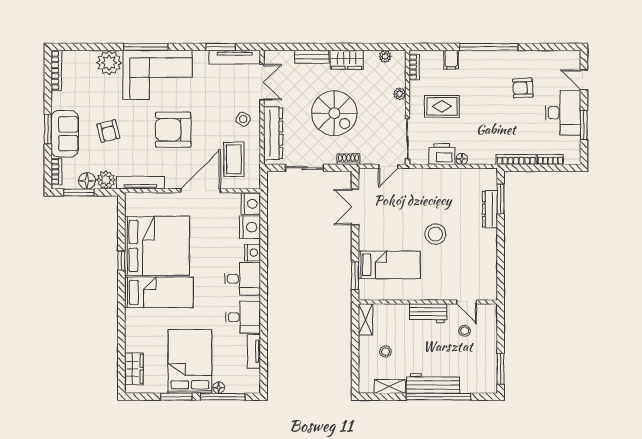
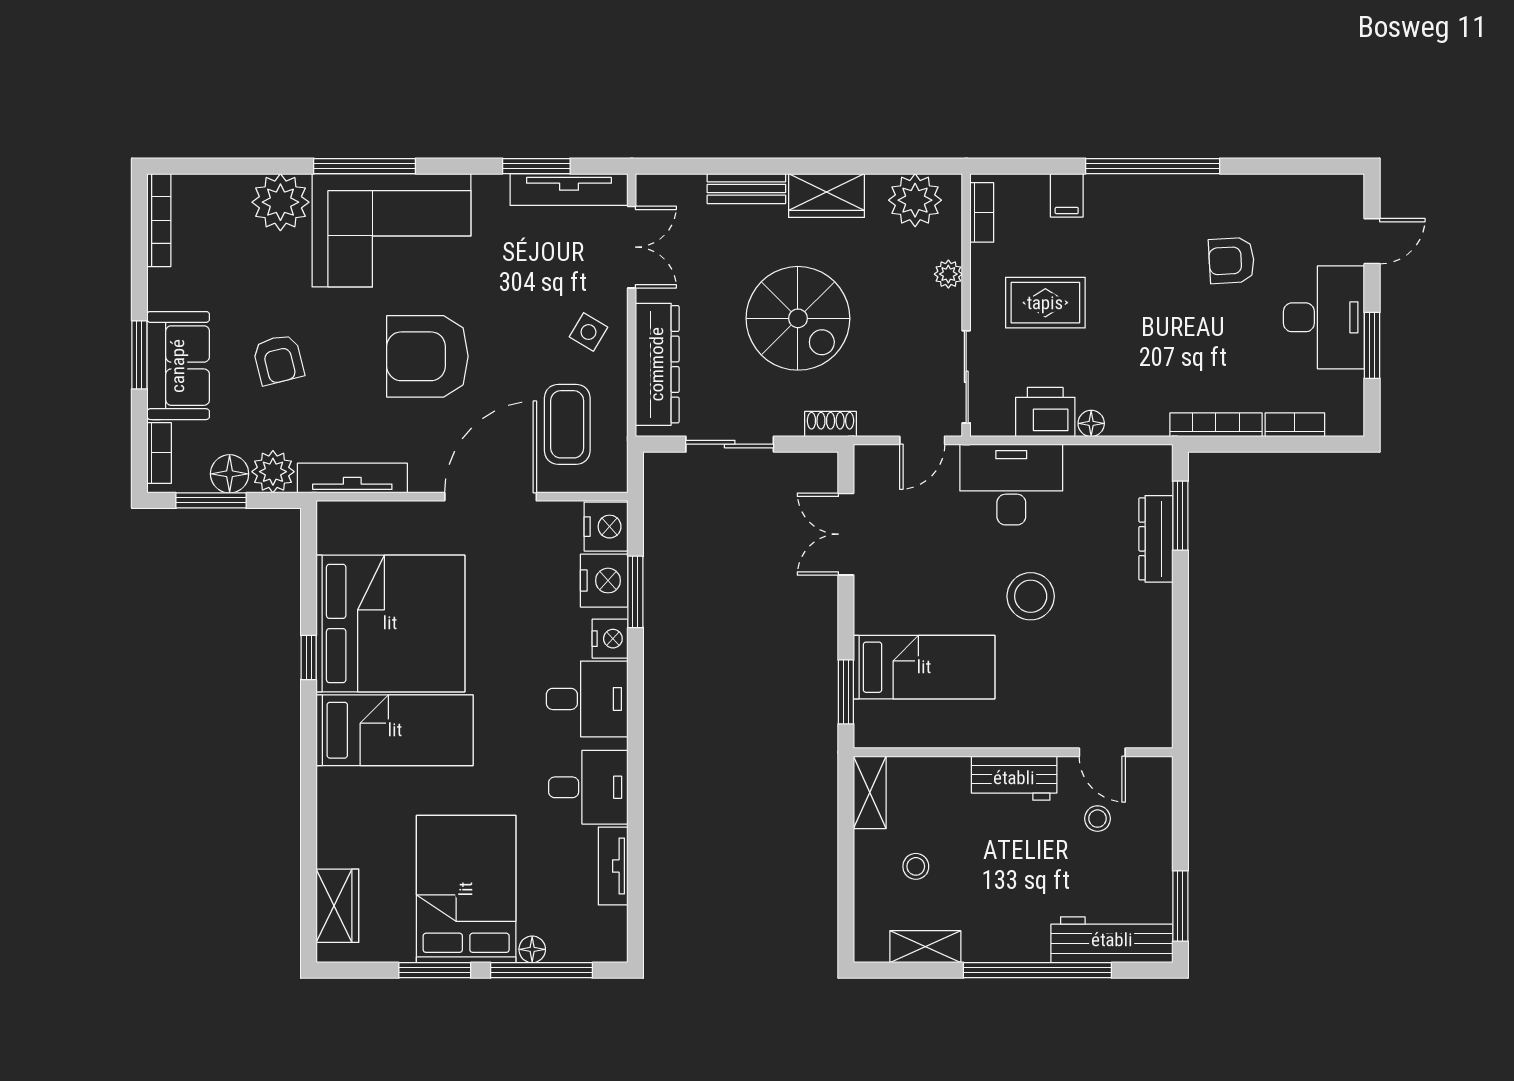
plant: (385, 56) -> (915, 200), width x1.87, depth x1.87
door: (584, 80) -> (1372, 241), swing flipped
desk: (427, 185) -> (1011, 485), added
window: (264, 232) -> (635, 592), added
workbench: (433, 383) -> (1112, 940), moved

